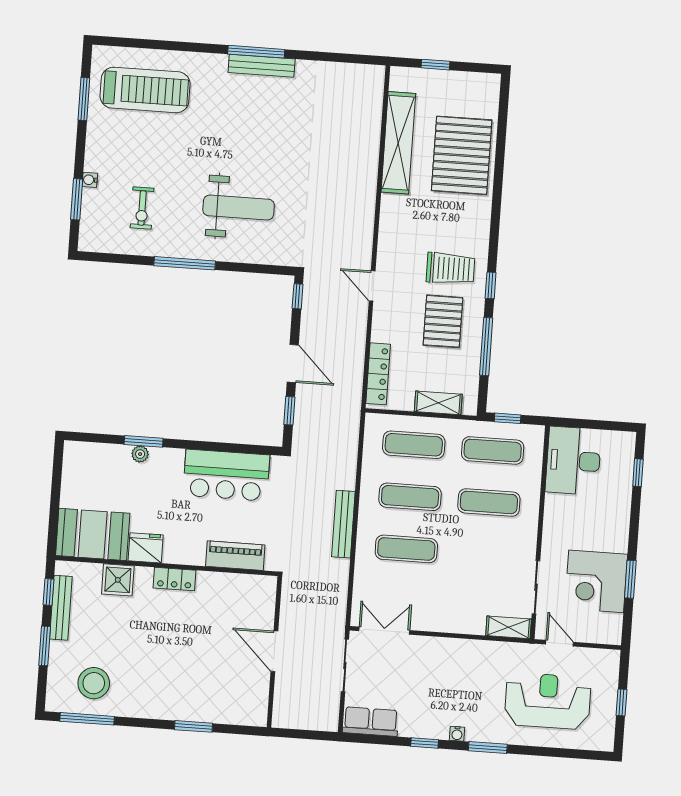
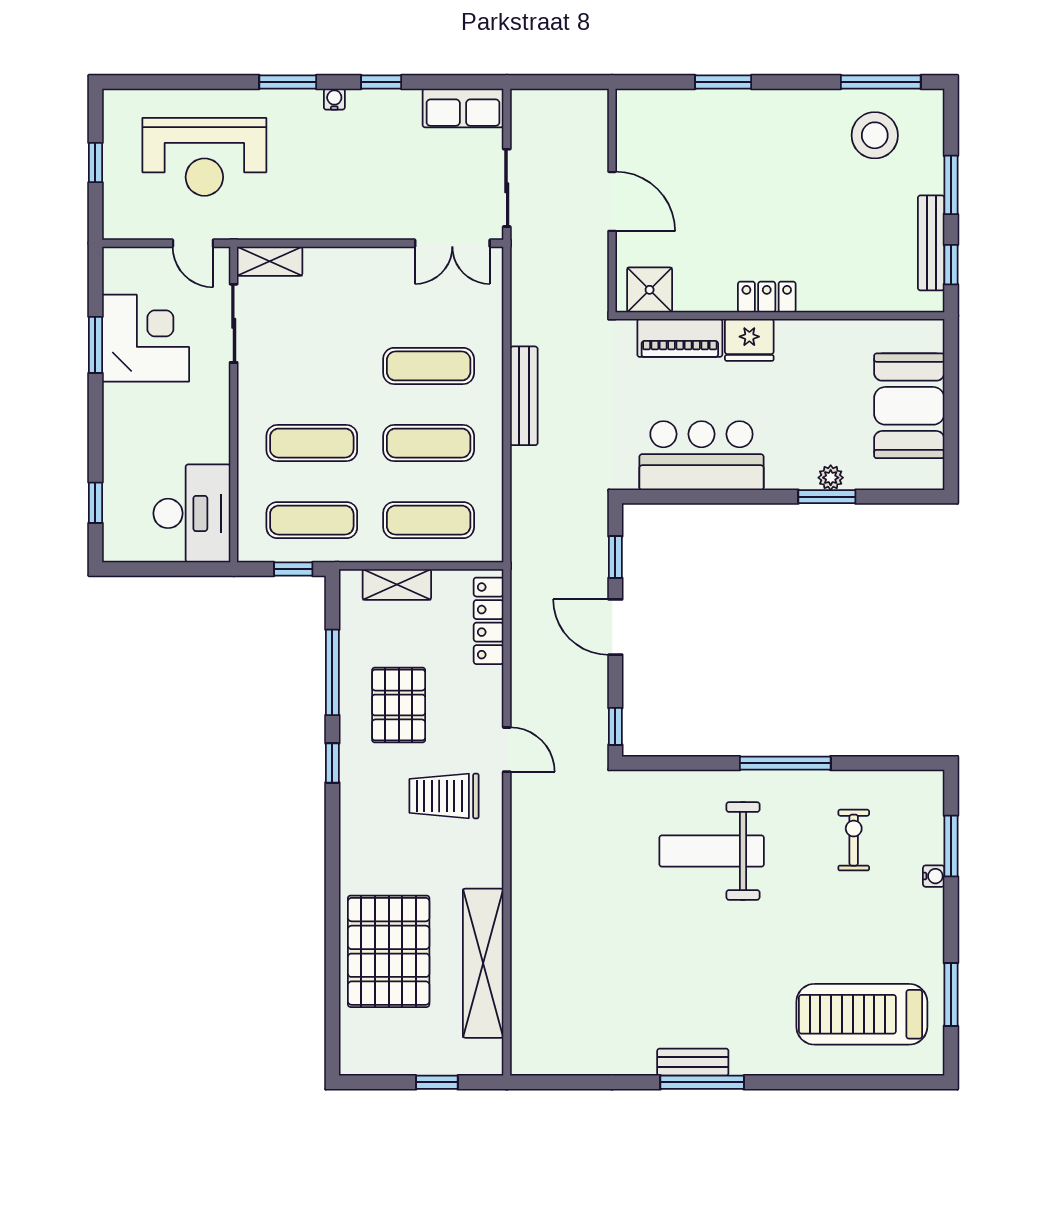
bench: (262, 66) -> (693, 1062), width x0.73
trolley: (450, 269) -> (444, 796), moved
booth: (93, 534) -> (909, 406), moved, turned 90
fridge: (146, 548) -> (749, 340), moved
shower: (118, 580) -> (650, 290), moved

